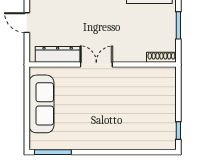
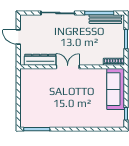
sofa: (41, 104) -> (116, 89), moved, turned 180

